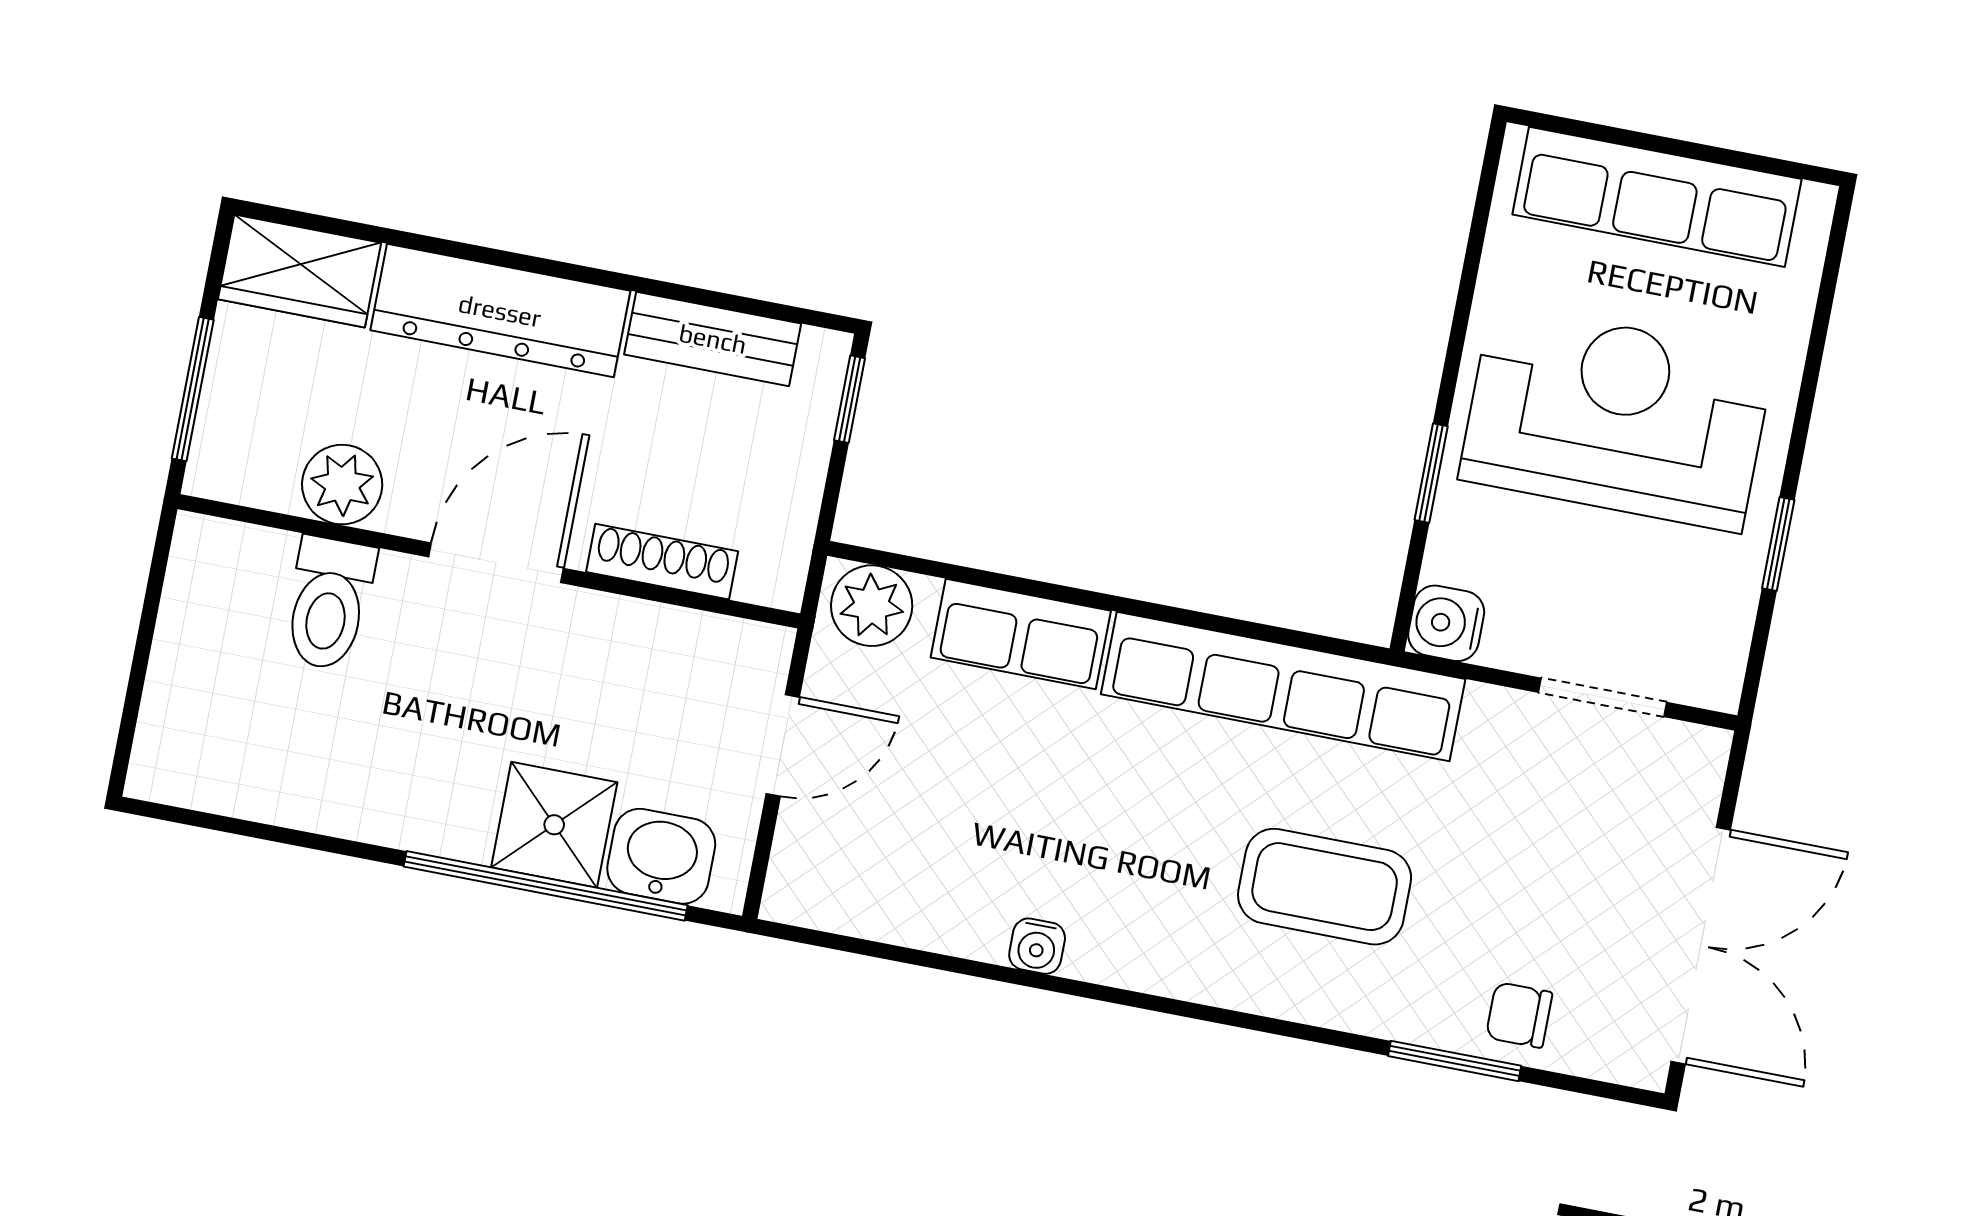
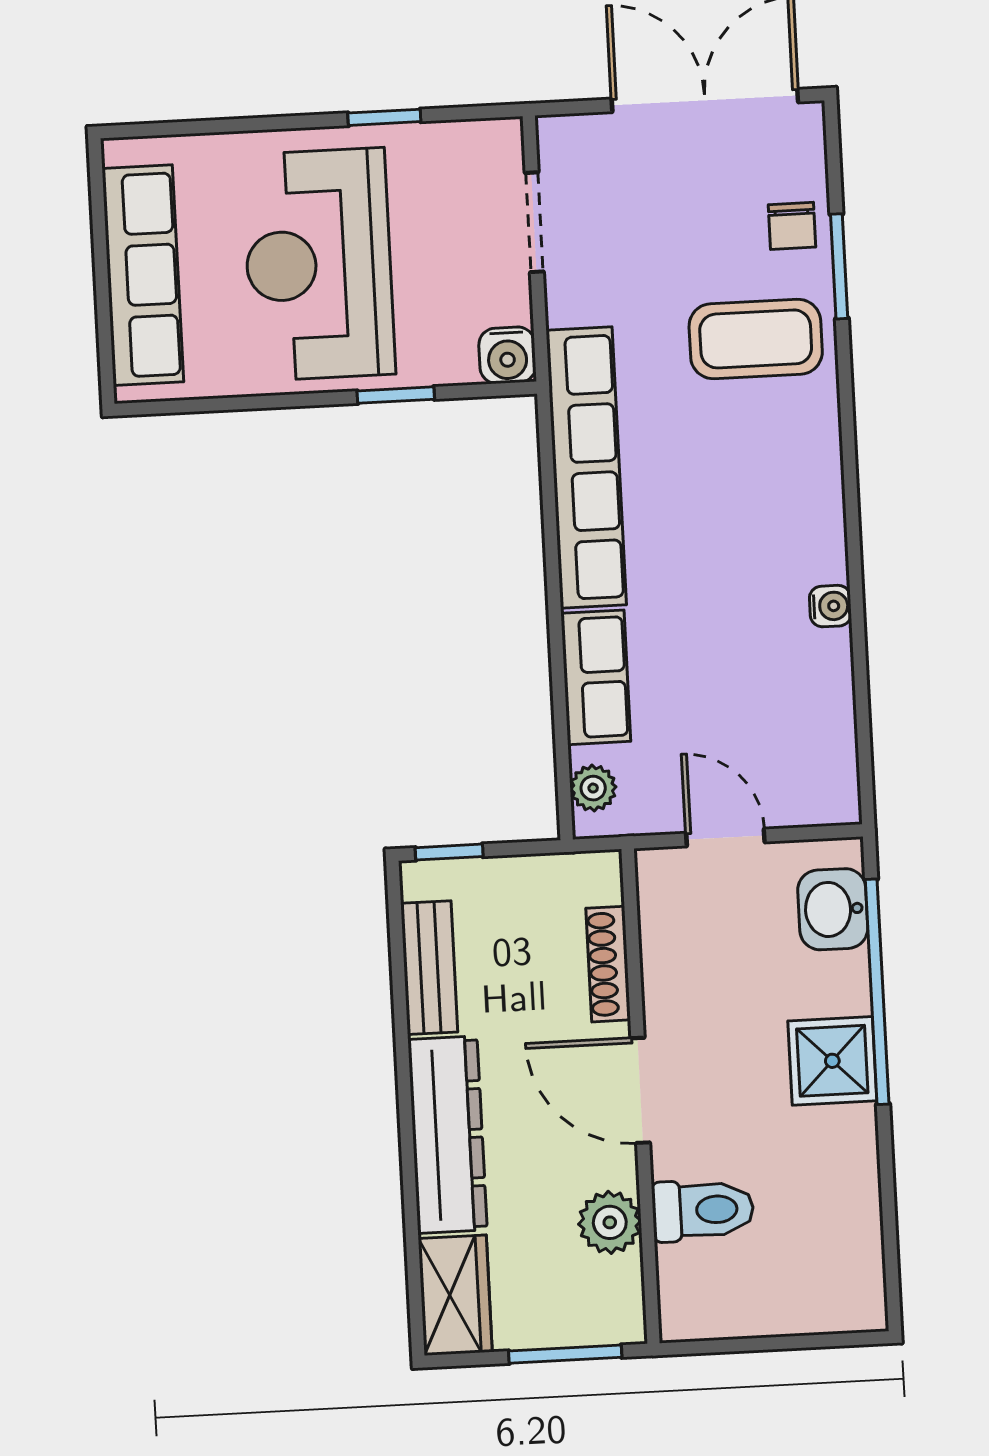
plant: (872, 606) -> (593, 788), width x0.73, depth x0.73
shower: (554, 825) -> (832, 1061), moved
coffee table: (1325, 887) -> (756, 339), moved, turned 90

